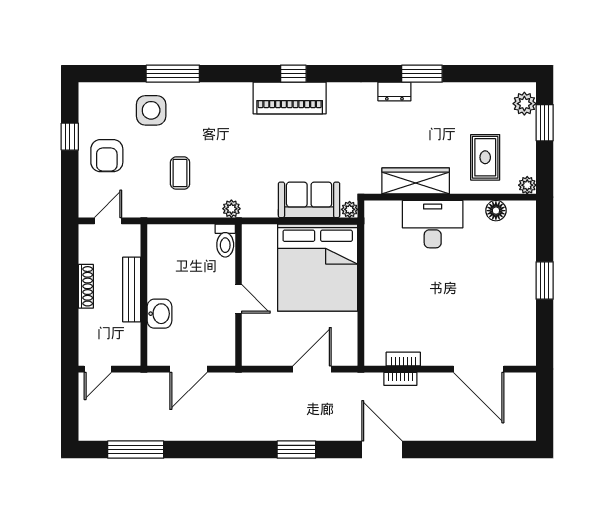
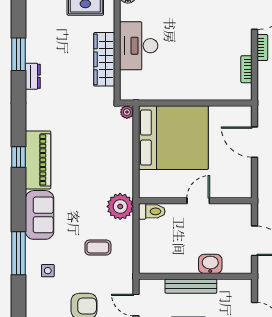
side table: (151, 110) -> (48, 271), width x0.54, depth x0.54
sofa: (309, 200) -> (40, 215), moved, turned 180
plant: (231, 209) -> (120, 206), width x1.87, depth x1.87
bookcase: (400, 379) -> (262, 48), moved

